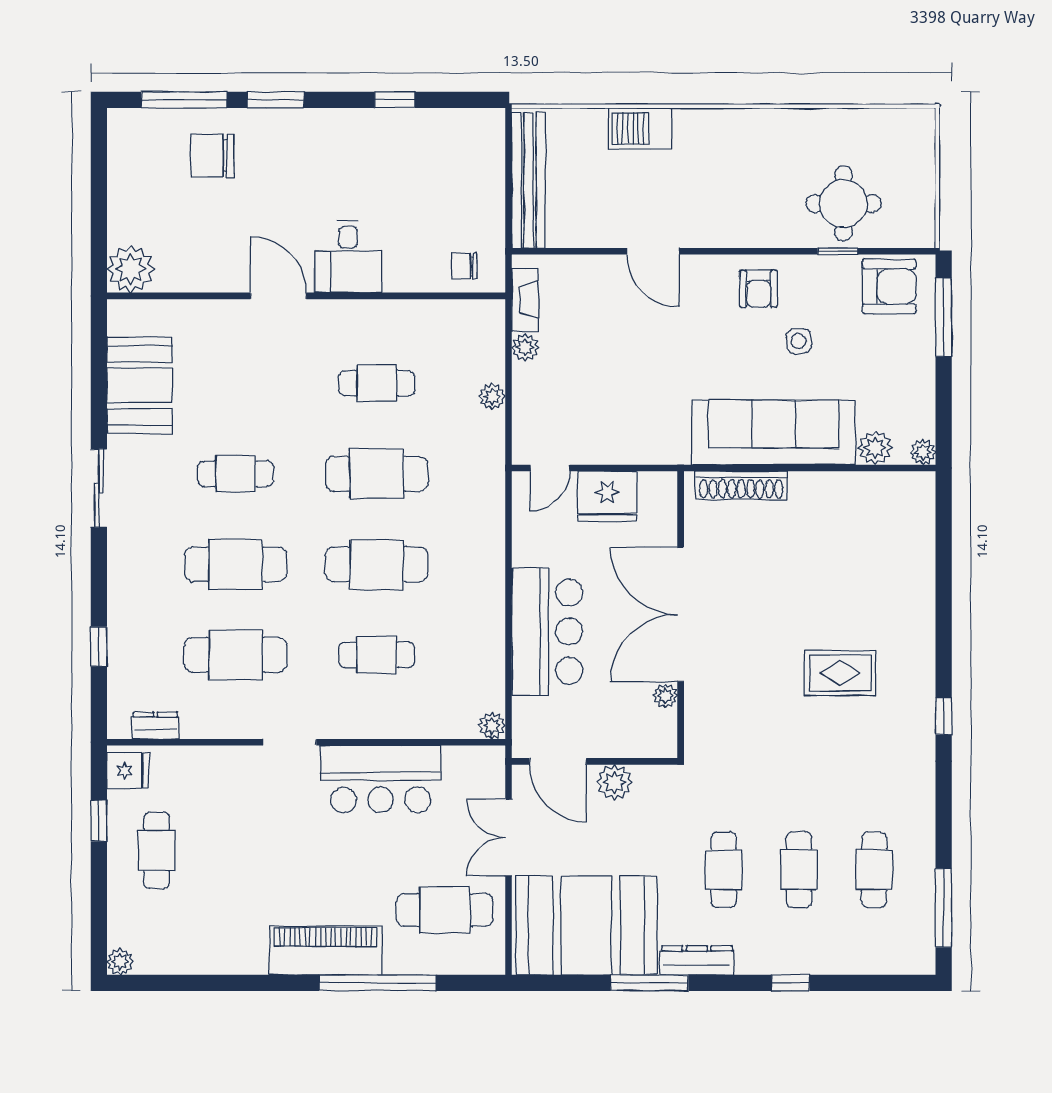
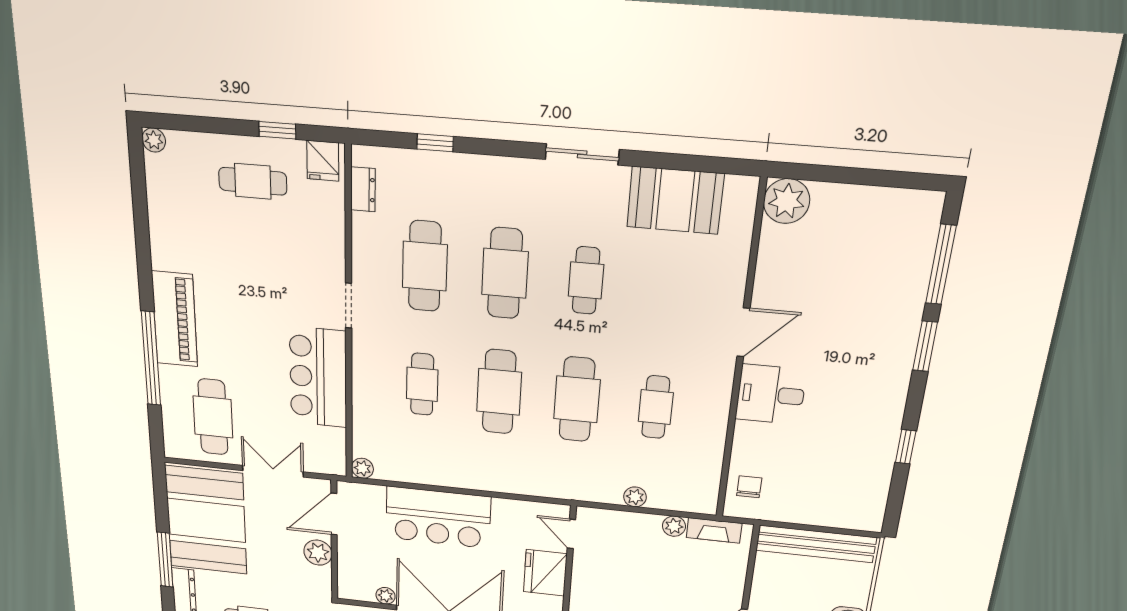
chair: (212, 156) -> (883, 286), removed

